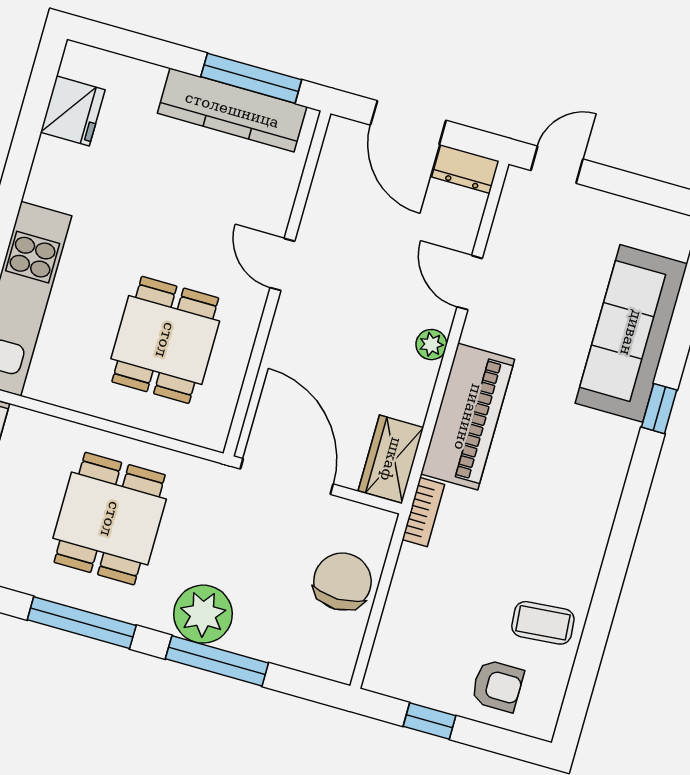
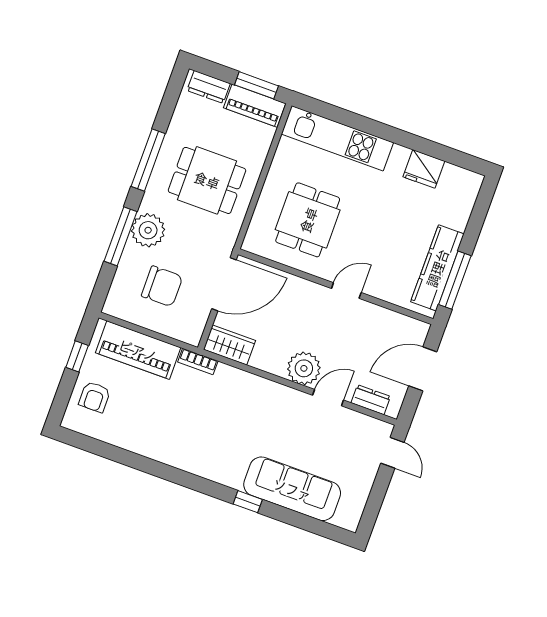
fridge: (73, 111) -> (424, 169), moved
dresser: (465, 169) -> (371, 400), moved, turned 90
dining table: (165, 340) -> (308, 220), turned 90
plant: (431, 345) -> (304, 368), width x1.88, depth x1.88
piano: (468, 417) -> (138, 350), moved
chair: (342, 582) -> (162, 286), moved
coffee table: (543, 623) -> (129, 426), removed

